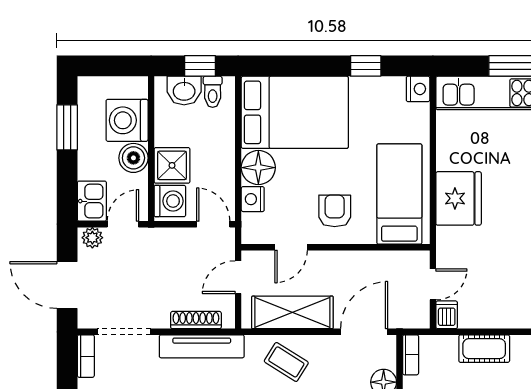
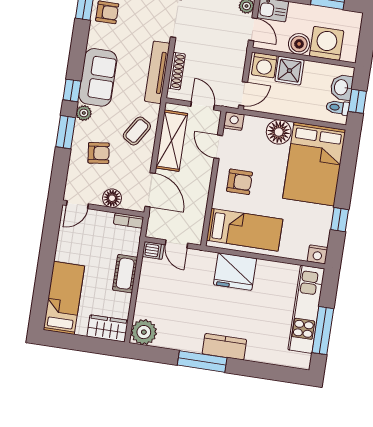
nightstand: (253, 199) -> (234, 121), moved

